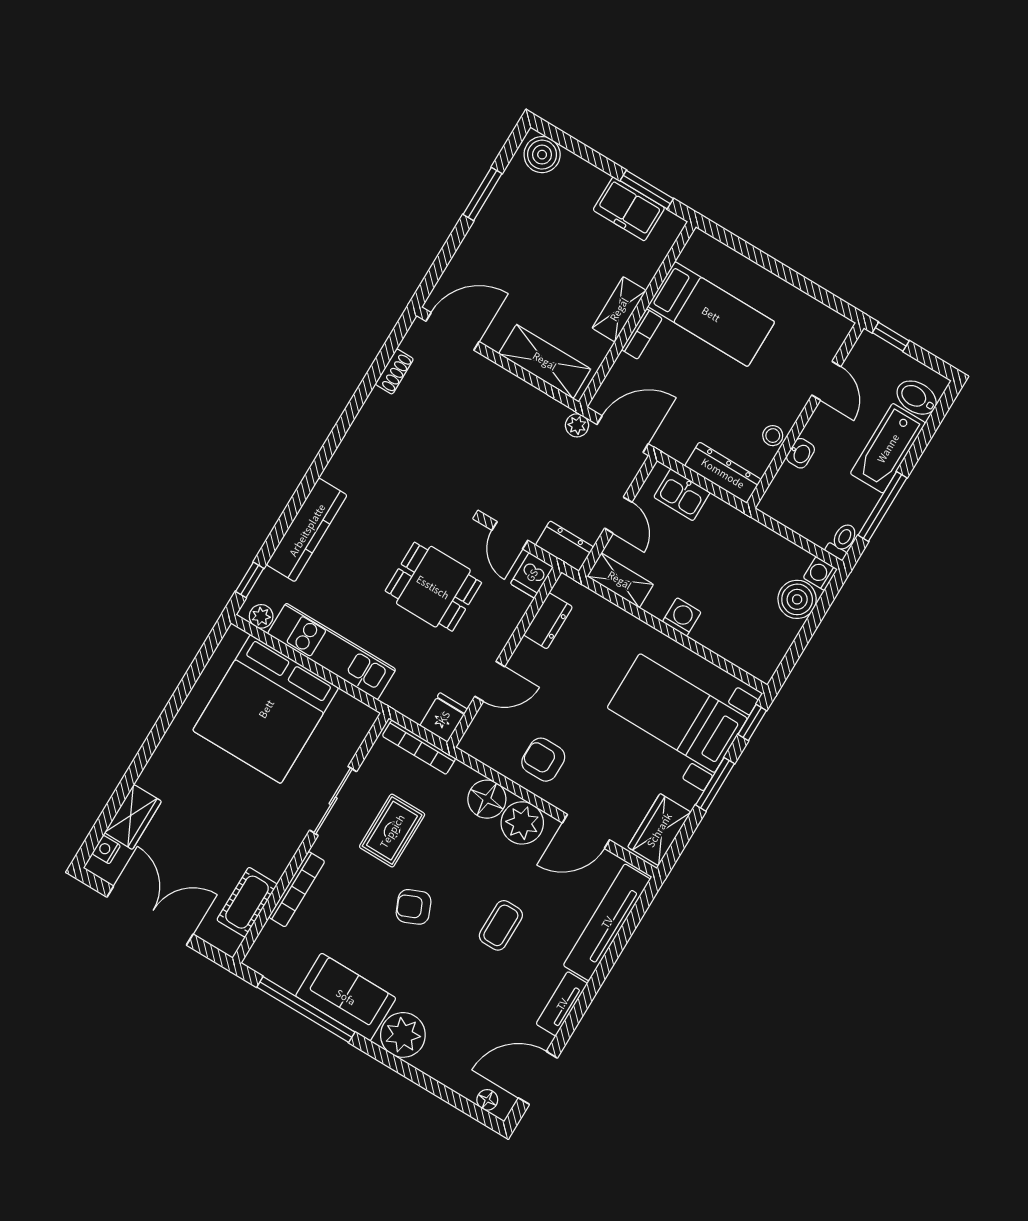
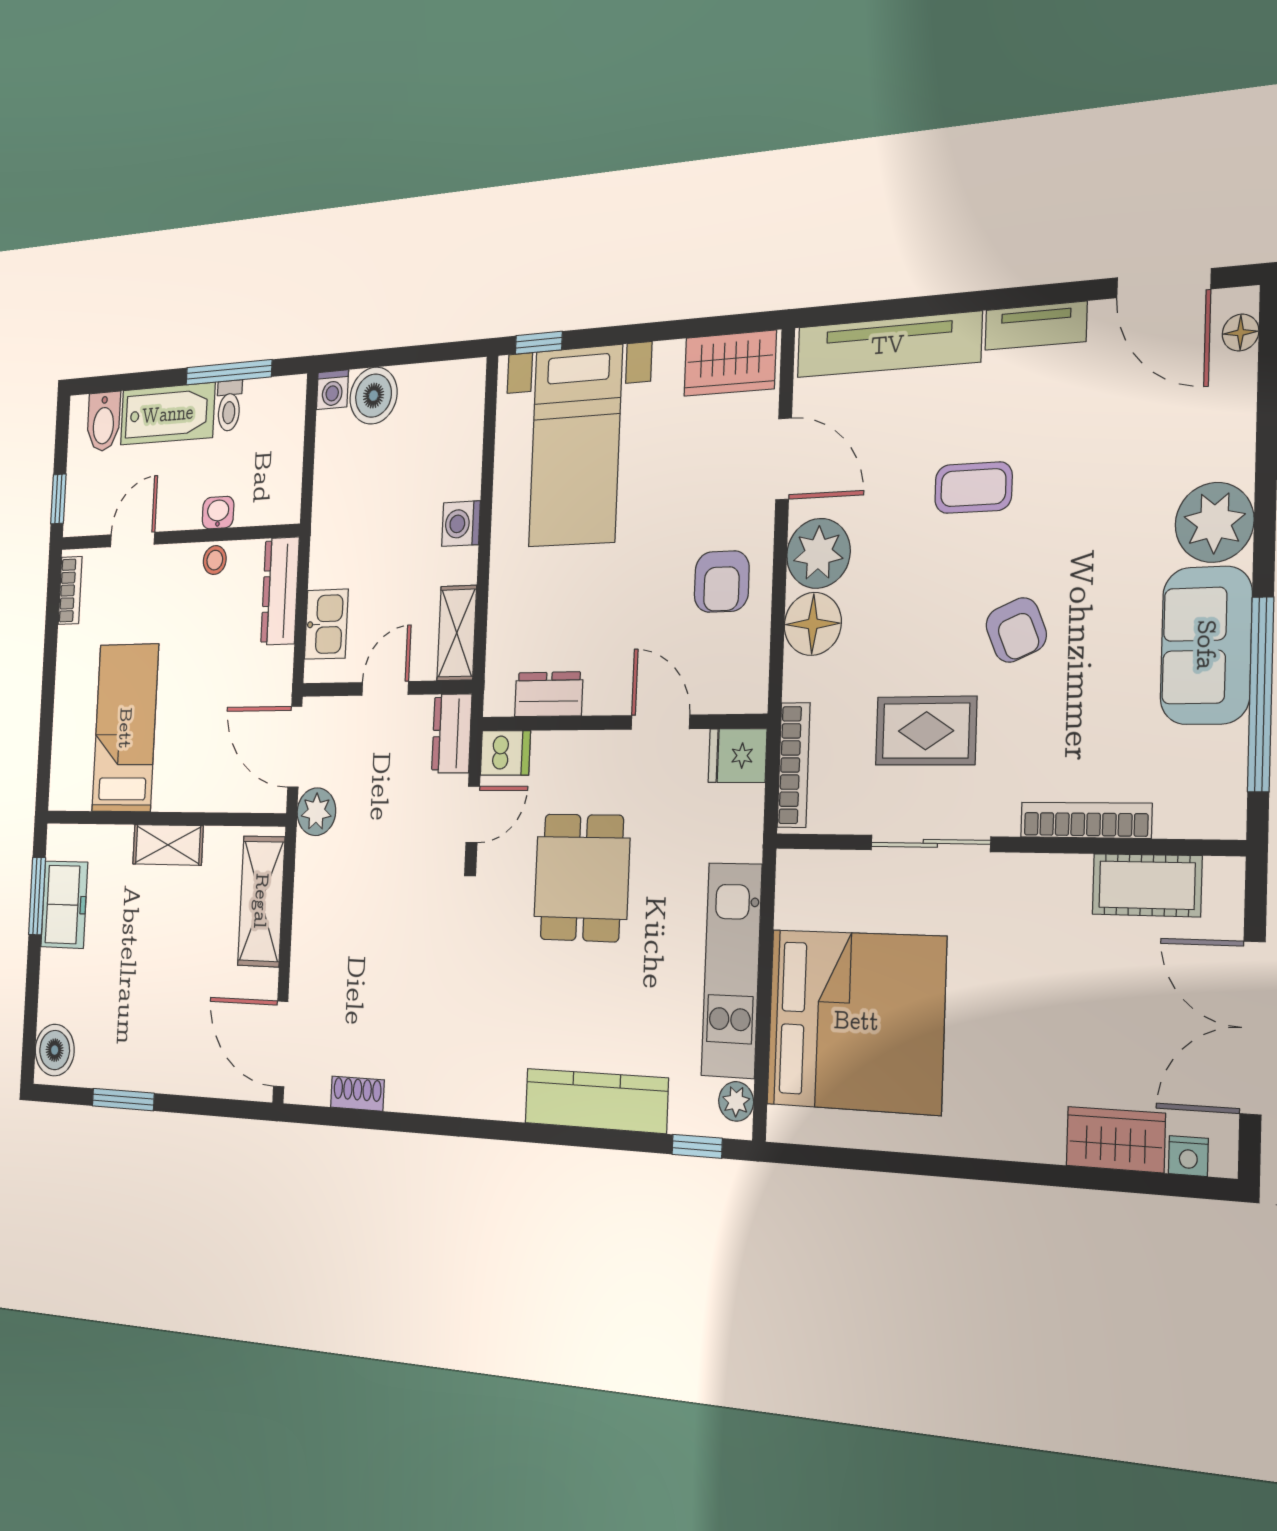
bookcase: (642, 334) -> (70, 590), moved, turned 90
plant: (577, 425) -> (316, 812), width x1.38, depth x1.38
toilet: (842, 541) -> (229, 406), moved, turned -90
window: (715, 784) -> (636, 333), removed

